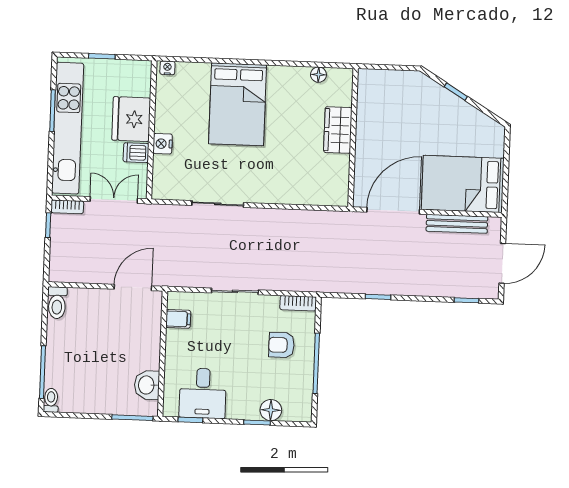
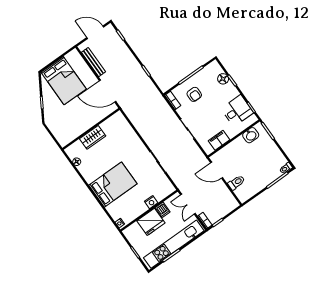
bed: (463, 184) -> (64, 81), moved
toilet: (57, 303) -> (236, 182), moved
filing cabinet: (178, 319) -> (219, 140), width x2.00

